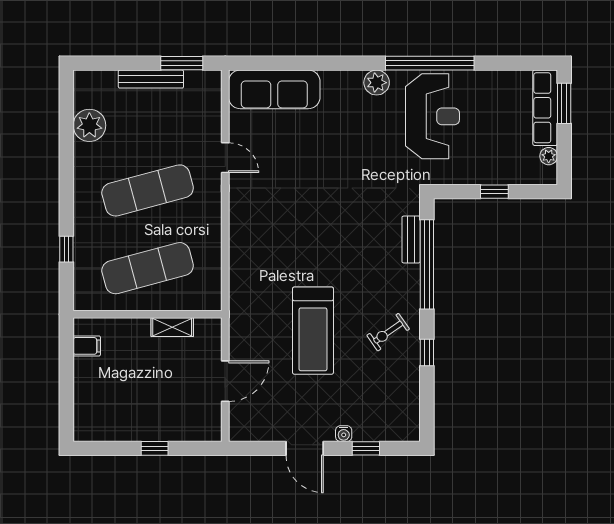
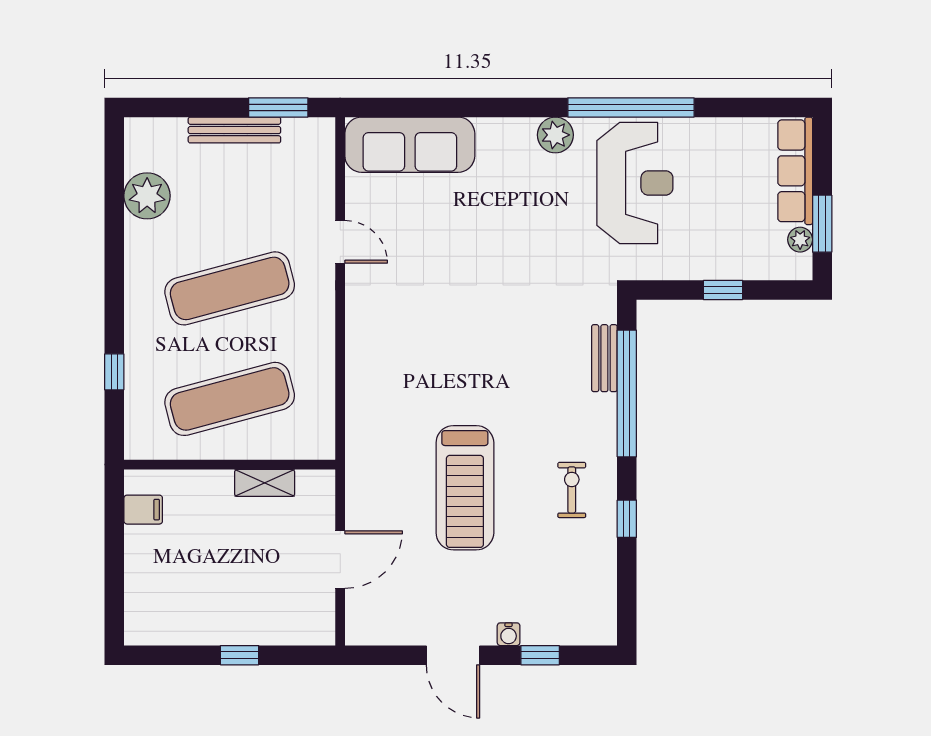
window: (564, 103) -> (822, 224), moved
exercise bike: (388, 332) -> (572, 490), turned 125

